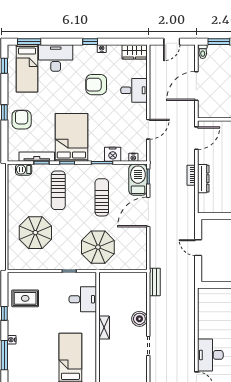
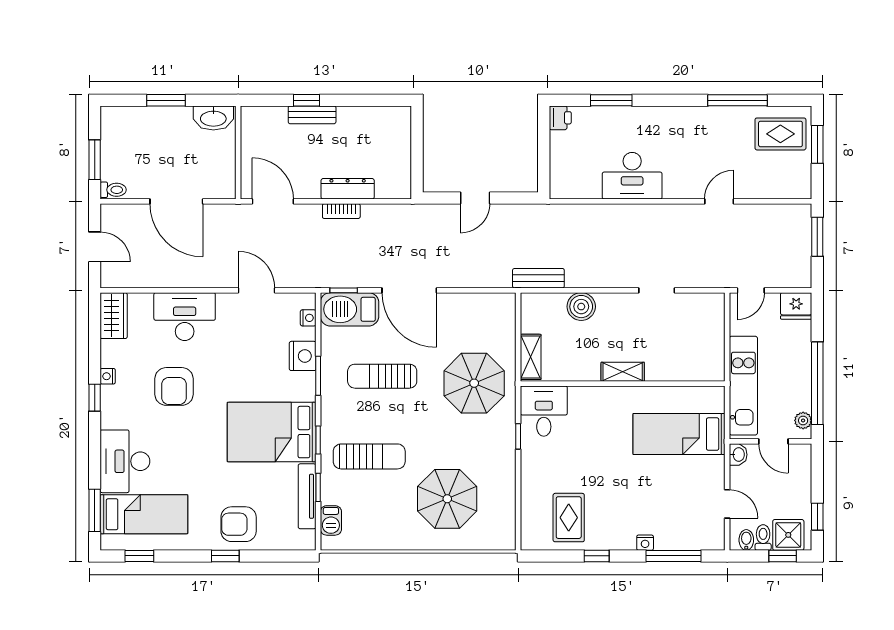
desk: (134, 90) -> (185, 317), width x1.37
shelving: (112, 278) -> (531, 357), added
desk: (83, 299) -> (544, 411), moved
boiler: (139, 319) -> (581, 307), moved
desk: (210, 355) -> (632, 176), moved

